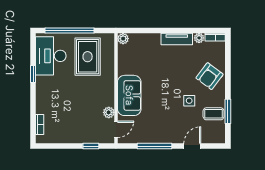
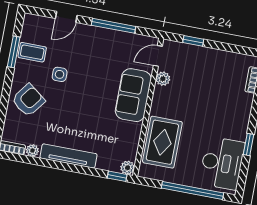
window: (130, 30) -> (117, 176), added
tv unit: (177, 39) -> (68, 156), width x1.41
rug: (88, 57) -> (162, 142), moved

